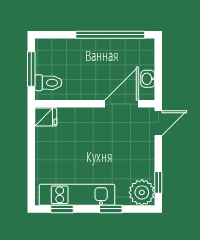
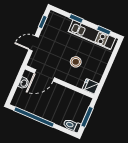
toilet: (48, 83) -> (72, 126), moved
door: (158, 123) -> (34, 43), moved
stool: (84, 144) -> (76, 62), added
plant: (142, 192) -> (55, 20), removed

